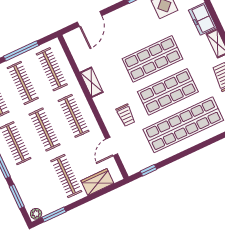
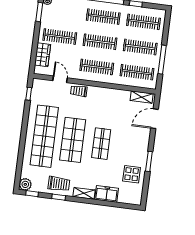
door: (90, 19) -> (154, 119), hinge flipped
shop shelf: (152, 59) -> (101, 144), width x0.70, depth x0.74
shelving: (92, 82) -> (142, 97), moved
trolley: (126, 115) -> (79, 91), moved

